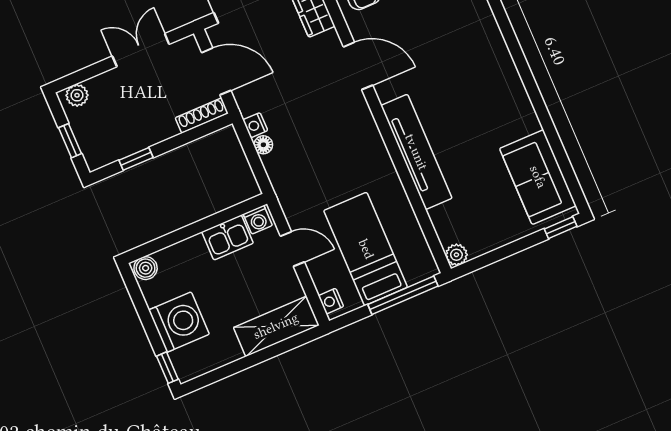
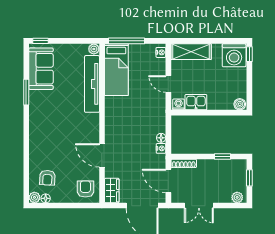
window: (546, 122) -> (26, 92), added
tv unit: (416, 152) -> (92, 84), moved
bed: (366, 249) -> (116, 70), moved
washing machine: (179, 322) -> (234, 55), moved, turned -90

